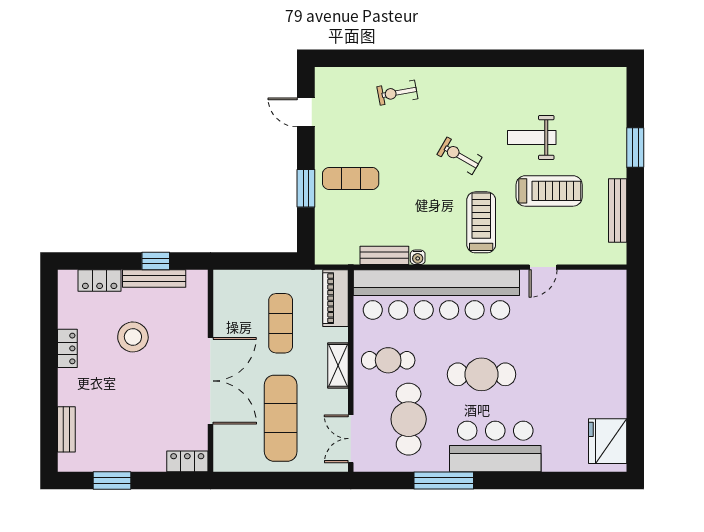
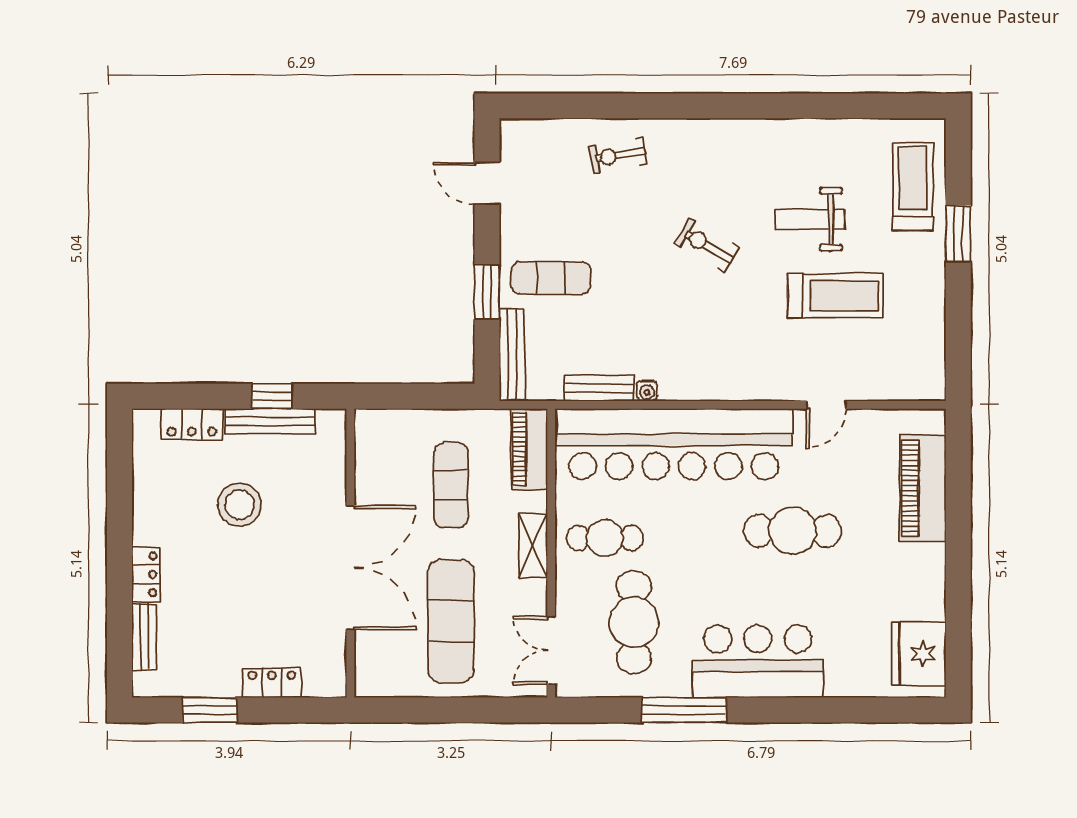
bench: (618, 210) -> (512, 355), moved
treadmill: (481, 222) -> (913, 187), moved
piano: (610, 326) -> (923, 488), added
locker: (67, 348) -> (146, 574), moved
cafe table: (481, 374) -> (792, 531), moved
locker: (187, 461) -> (272, 683), moved

